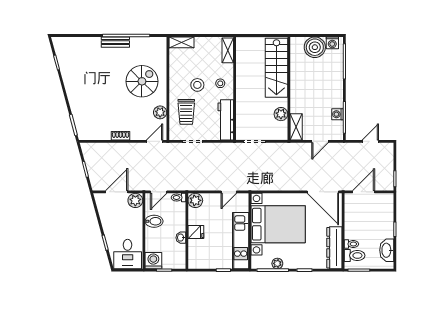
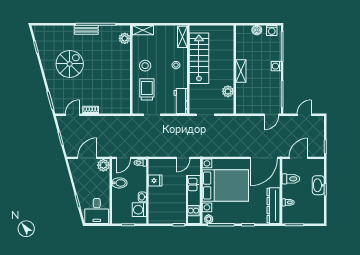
boiler: (315, 47) -> (257, 30), width x0.54, depth x0.54
stairs: (276, 68) -> (199, 58), moved, turned 180
spiral stairs: (142, 81) -> (70, 64), moved
stool: (197, 85) -> (145, 66), moved
plant: (160, 112) -> (125, 38), moved
trolley: (186, 112) -> (147, 89), turned 180
washing machine: (338, 114) -> (276, 66), moved
workbench: (226, 120) -> (181, 101), width x0.73
shelving: (296, 127) -> (241, 71), moved
door: (154, 141) -> (72, 115), moved
door: (320, 141) -> (271, 115), moved
door: (323, 192) -> (264, 158), hinge flipped
plant: (195, 200) -> (155, 165), removed
fridge: (196, 232) -> (155, 181), moved
washbasin: (387, 250) -> (318, 185), moved
toilet: (355, 255) -> (291, 179), moved
washing machine: (153, 261) -> (139, 210), moved, turned -90
plant: (277, 263) -> (209, 219), moved

